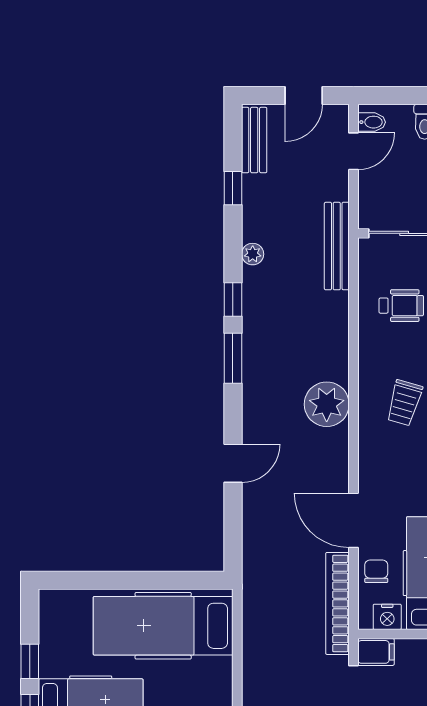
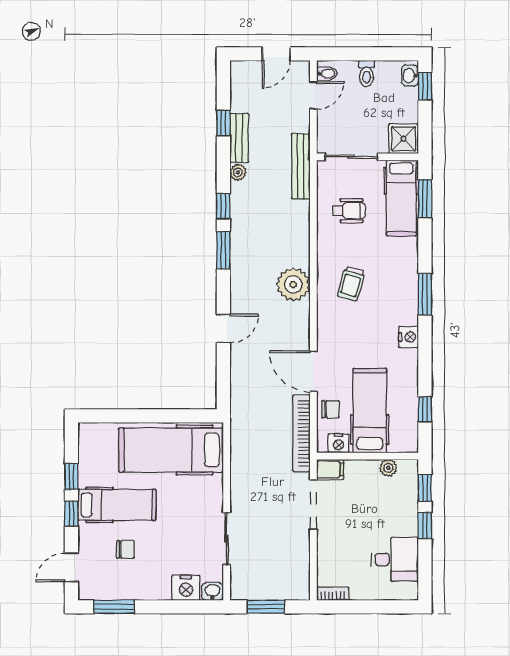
bench: (254, 140) -> (239, 138), moved
chair: (376, 571) -> (330, 409), turned 90

